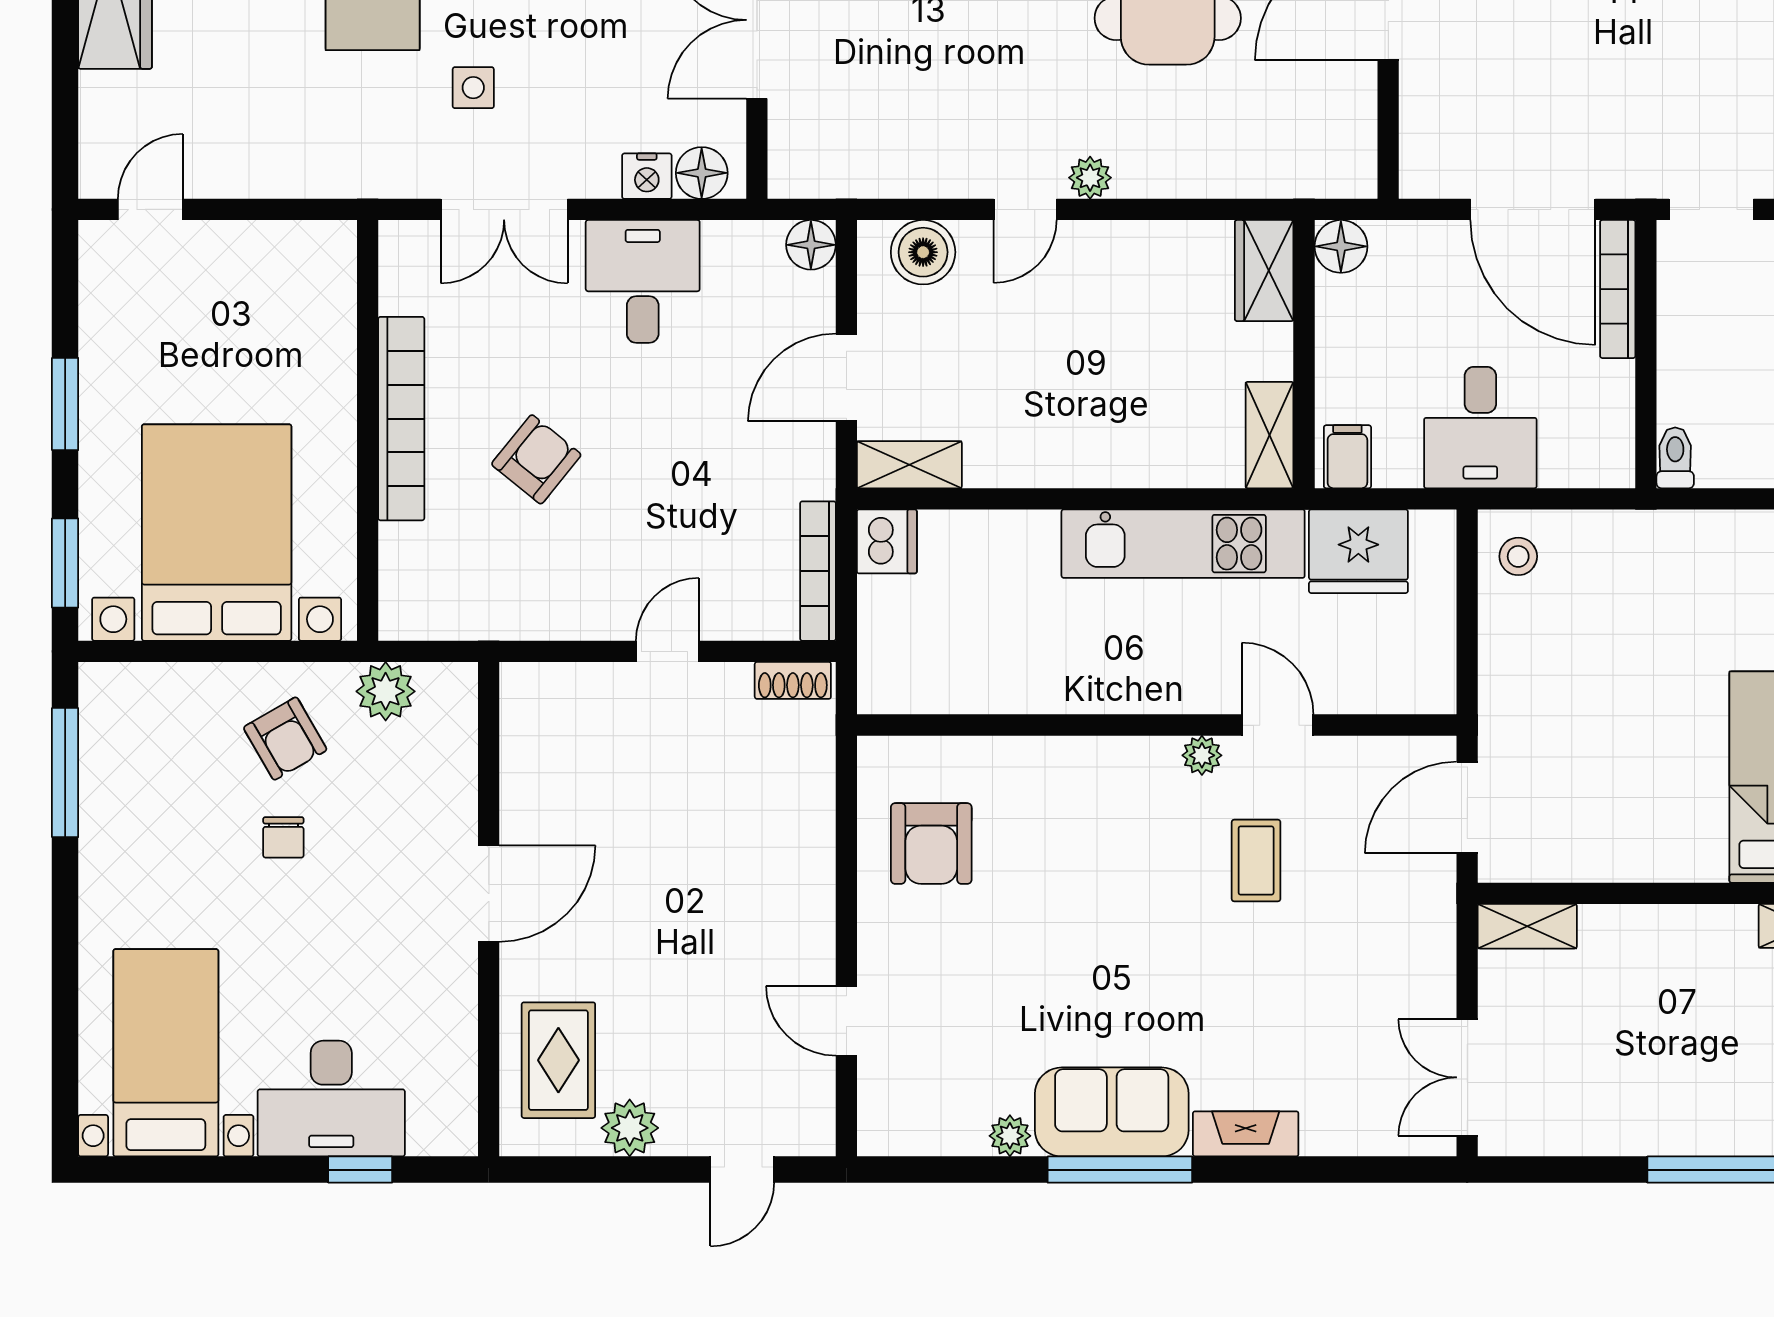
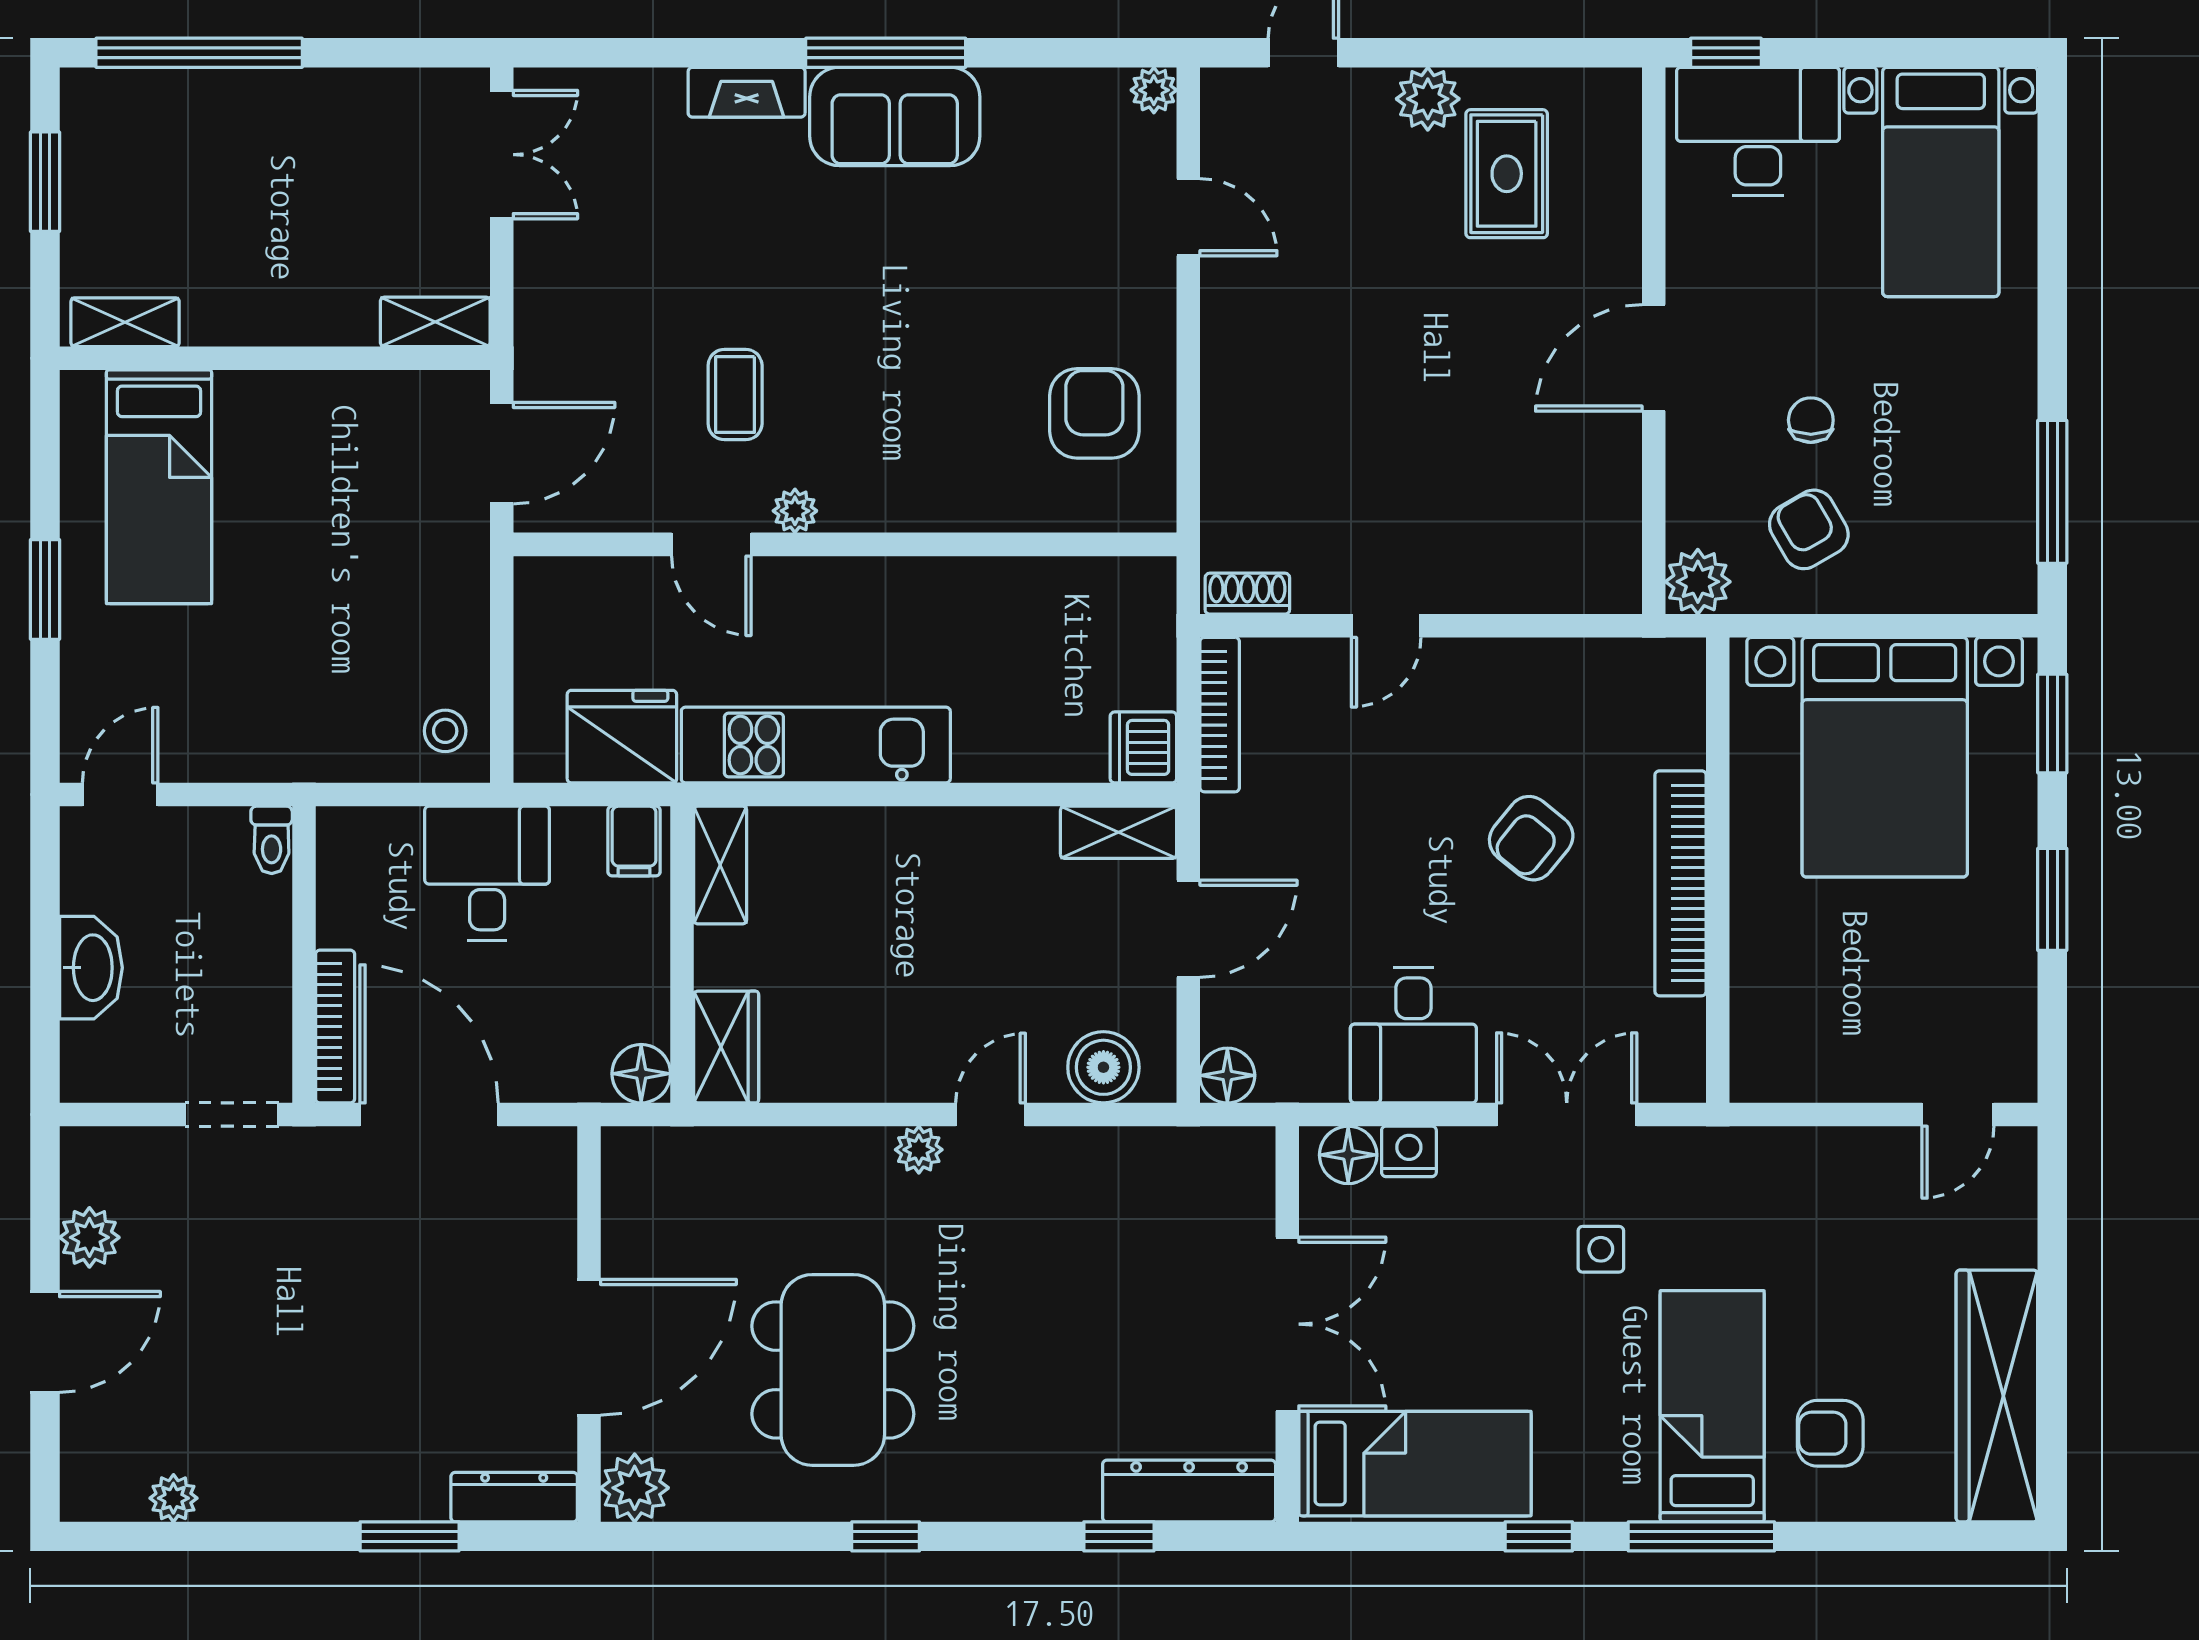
door: (489, 894) -> (1654, 358), moved
wall: (489, 909) -> (1654, 341), moved
plant: (1010, 1136) -> (1154, 90), moved

